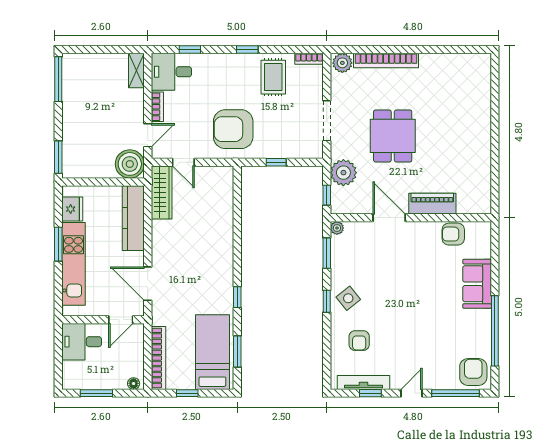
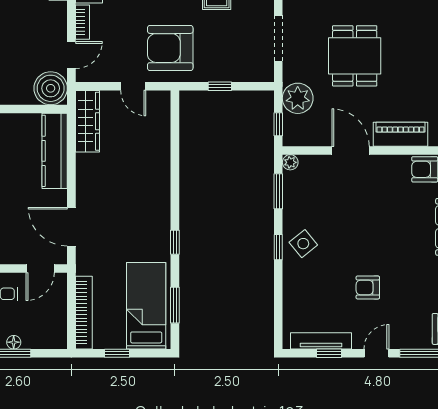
door: (183, 162) -> (133, 86), moved
armchair: (359, 341) -> (368, 287), moved, turned 90
floor lamp: (134, 384) -> (14, 342), moved

